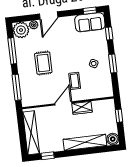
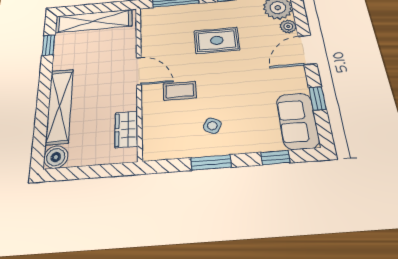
window: (90, 11) -> (317, 99), moved
door: (49, 15) -> (307, 50), hinge flipped
wardrobe: (82, 108) -> (126, 129), moved
window: (119, 116) -> (101, 171), removed

